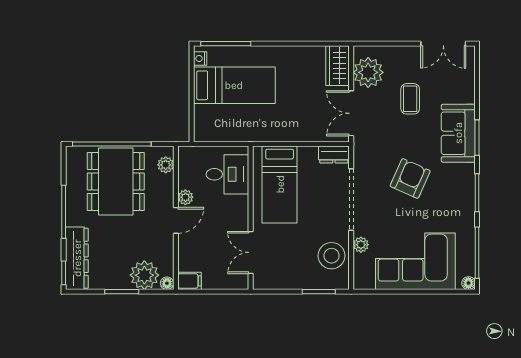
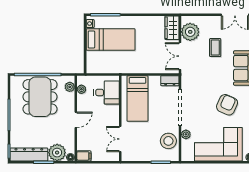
armchair: (410, 178) -> (227, 105), moved
plant: (185, 197) -> (81, 89), moved
dresser: (77, 258) -> (29, 154), moved, turned -90

